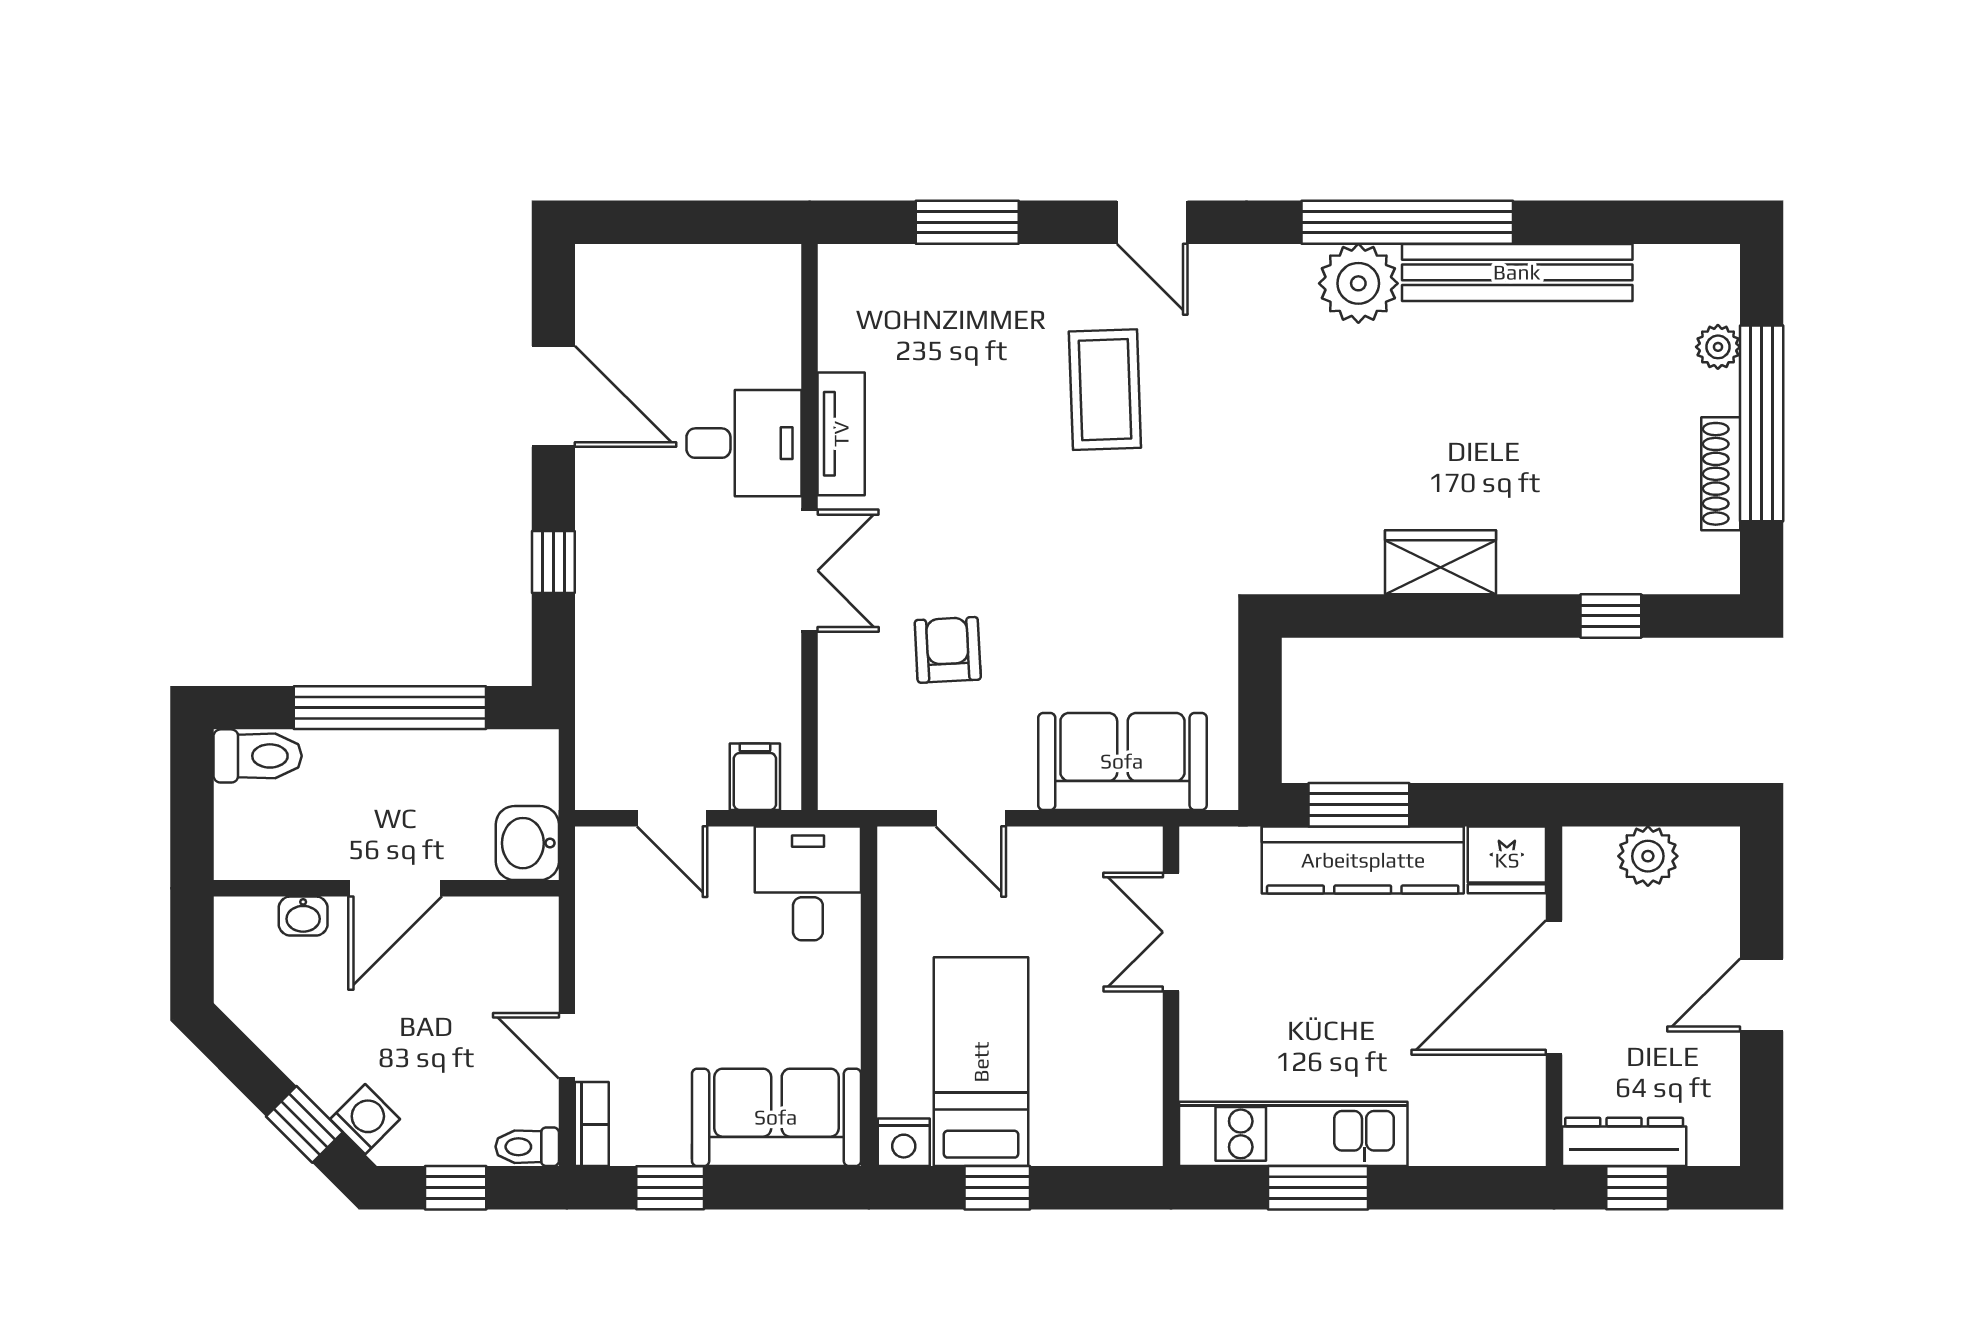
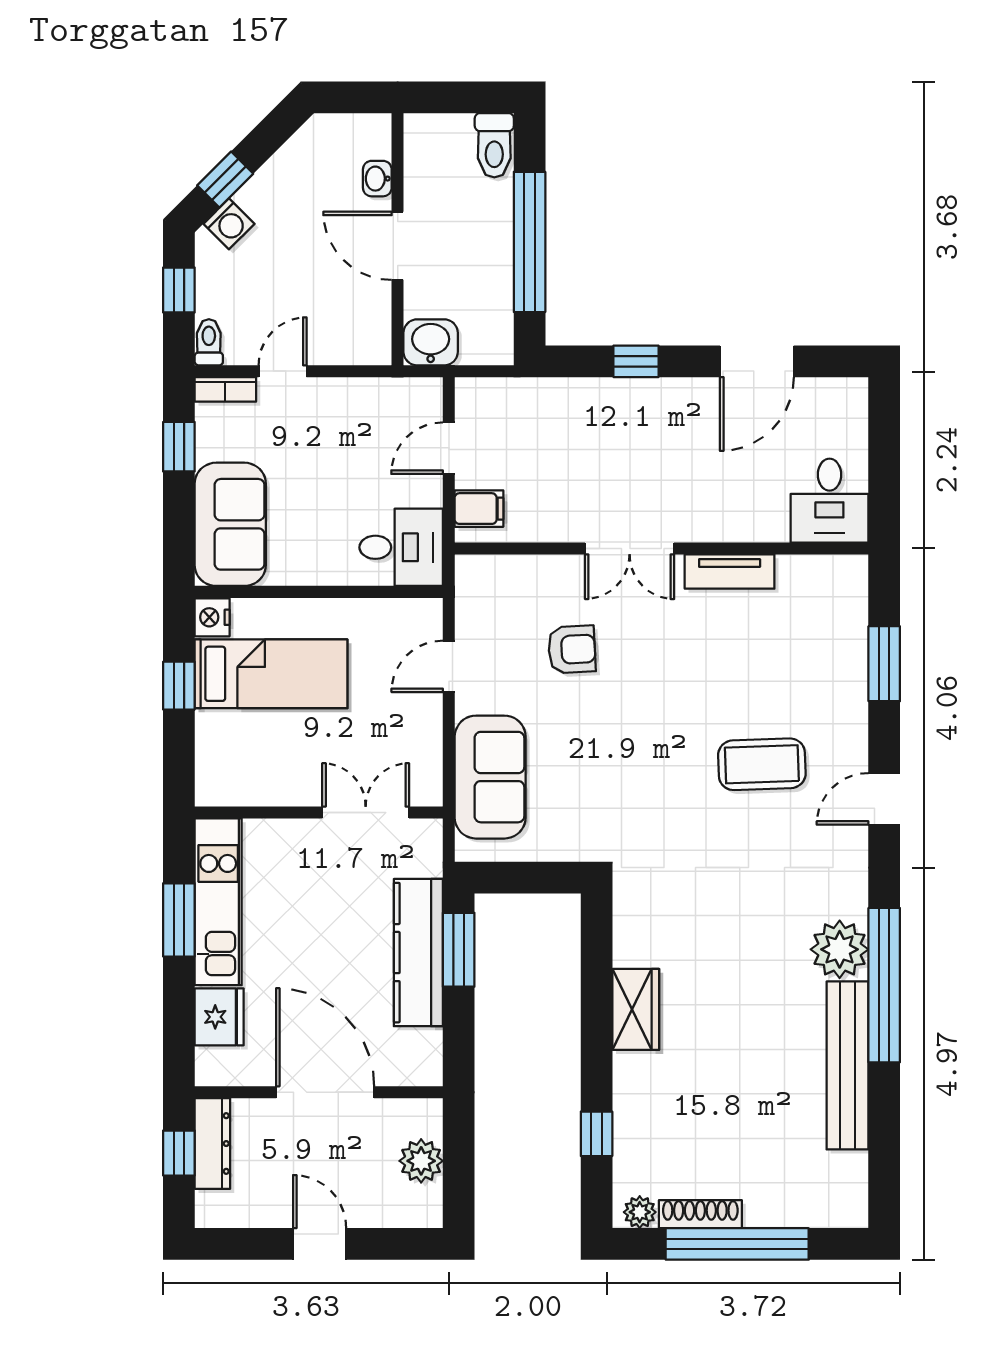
plant: (1718, 347) -> (640, 1212), moved
desk: (744, 443) -> (829, 501), moved
fridge: (1507, 860) -> (219, 1017), moved, turned 180

